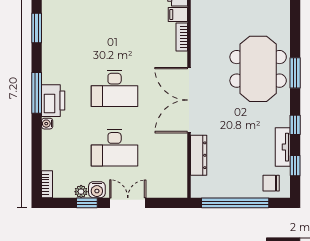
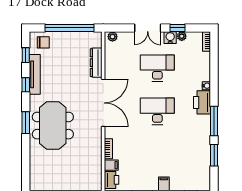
window: (37, 93) -> (214, 121), moved
tv unit: (283, 147) -> (35, 74), width x1.41
plant: (176, 191) -> (113, 37), added

